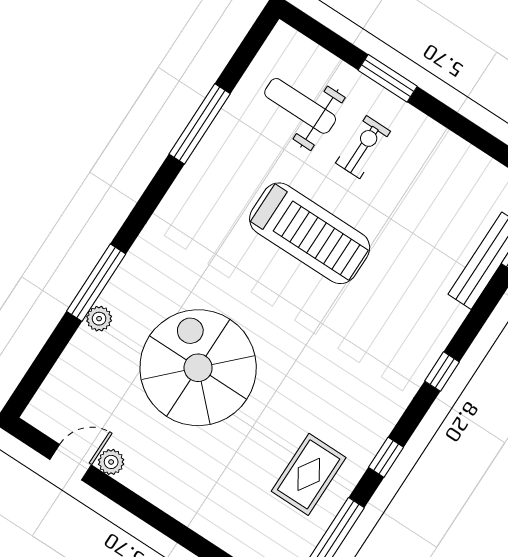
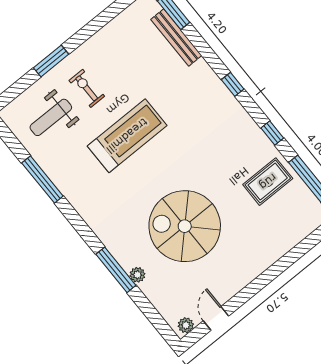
plant: (111, 462) -> (186, 325), moved
rug: (309, 474) -> (268, 182), turned 90

